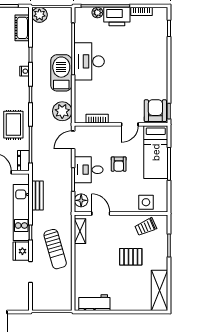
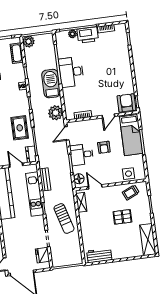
fridge: (21, 251) -> (42, 255), moved

